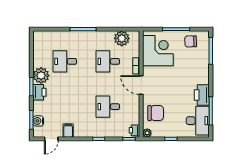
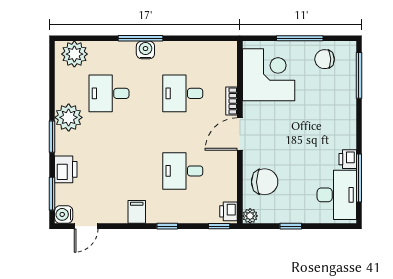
water cooler: (86, 36) -> (145, 50), added
plant: (122, 38) -> (74, 54), moved
door: (141, 85) -> (240, 134), hinge flipped
printer: (39, 92) -> (66, 169), moved
printer: (202, 95) -> (348, 159), width x0.53, depth x0.68
water cooler: (38, 121) -> (64, 214), moved
filing cabinet: (68, 131) -> (137, 212), moved

